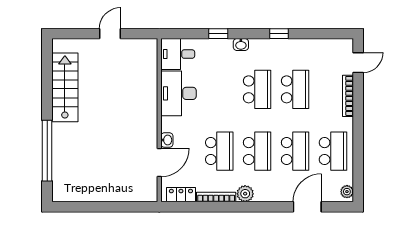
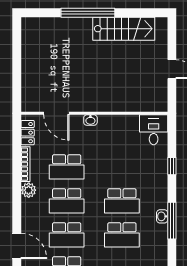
window: (279, 34) -> (172, 221), width x2.17
washbasin: (241, 45) -> (162, 216), moved
desk: (179, 93) -> (118, 130), removed
washbasin: (167, 140) -> (90, 120), moved
window: (47, 151) -> (88, 13), moved

